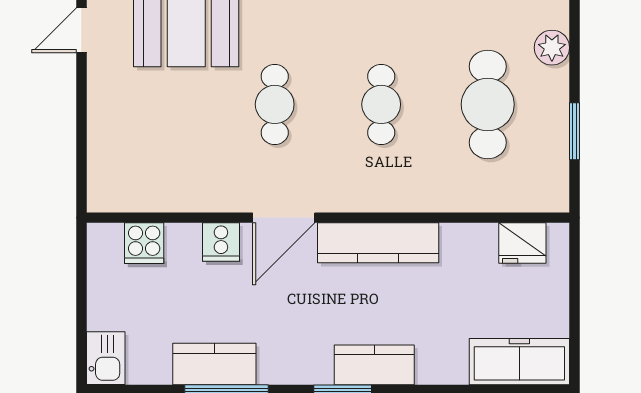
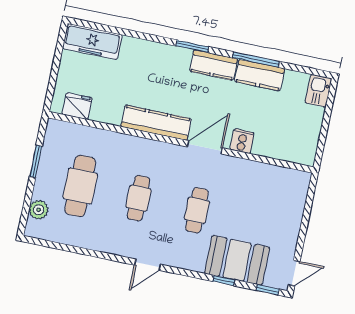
cooker: (144, 243) -> (284, 149), removed
kitchen counter: (374, 365) -> (214, 65), moved

